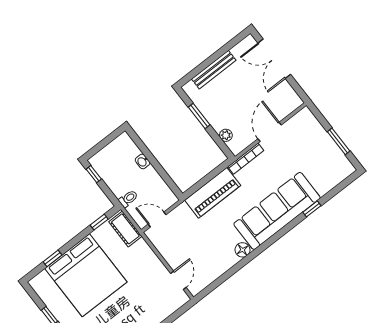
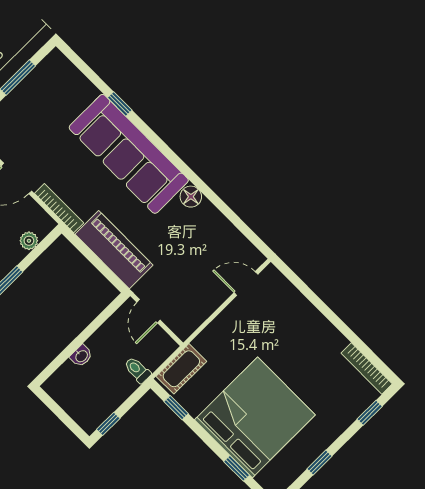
door: (157, 219) -> (148, 311), moved

